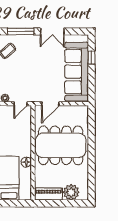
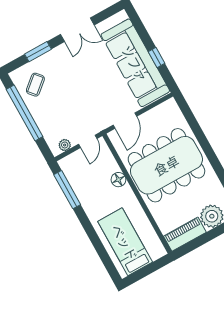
window: (21, 31) -> (38, 52), width x0.69
window: (91, 57) -> (157, 58), moved
floor lamp: (26, 162) -> (118, 180), moved

